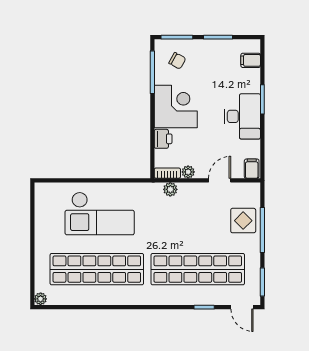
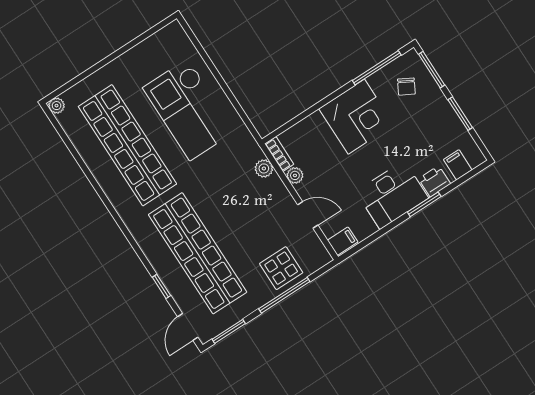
printer: (163, 139) -> (435, 181), moved, turned 180

